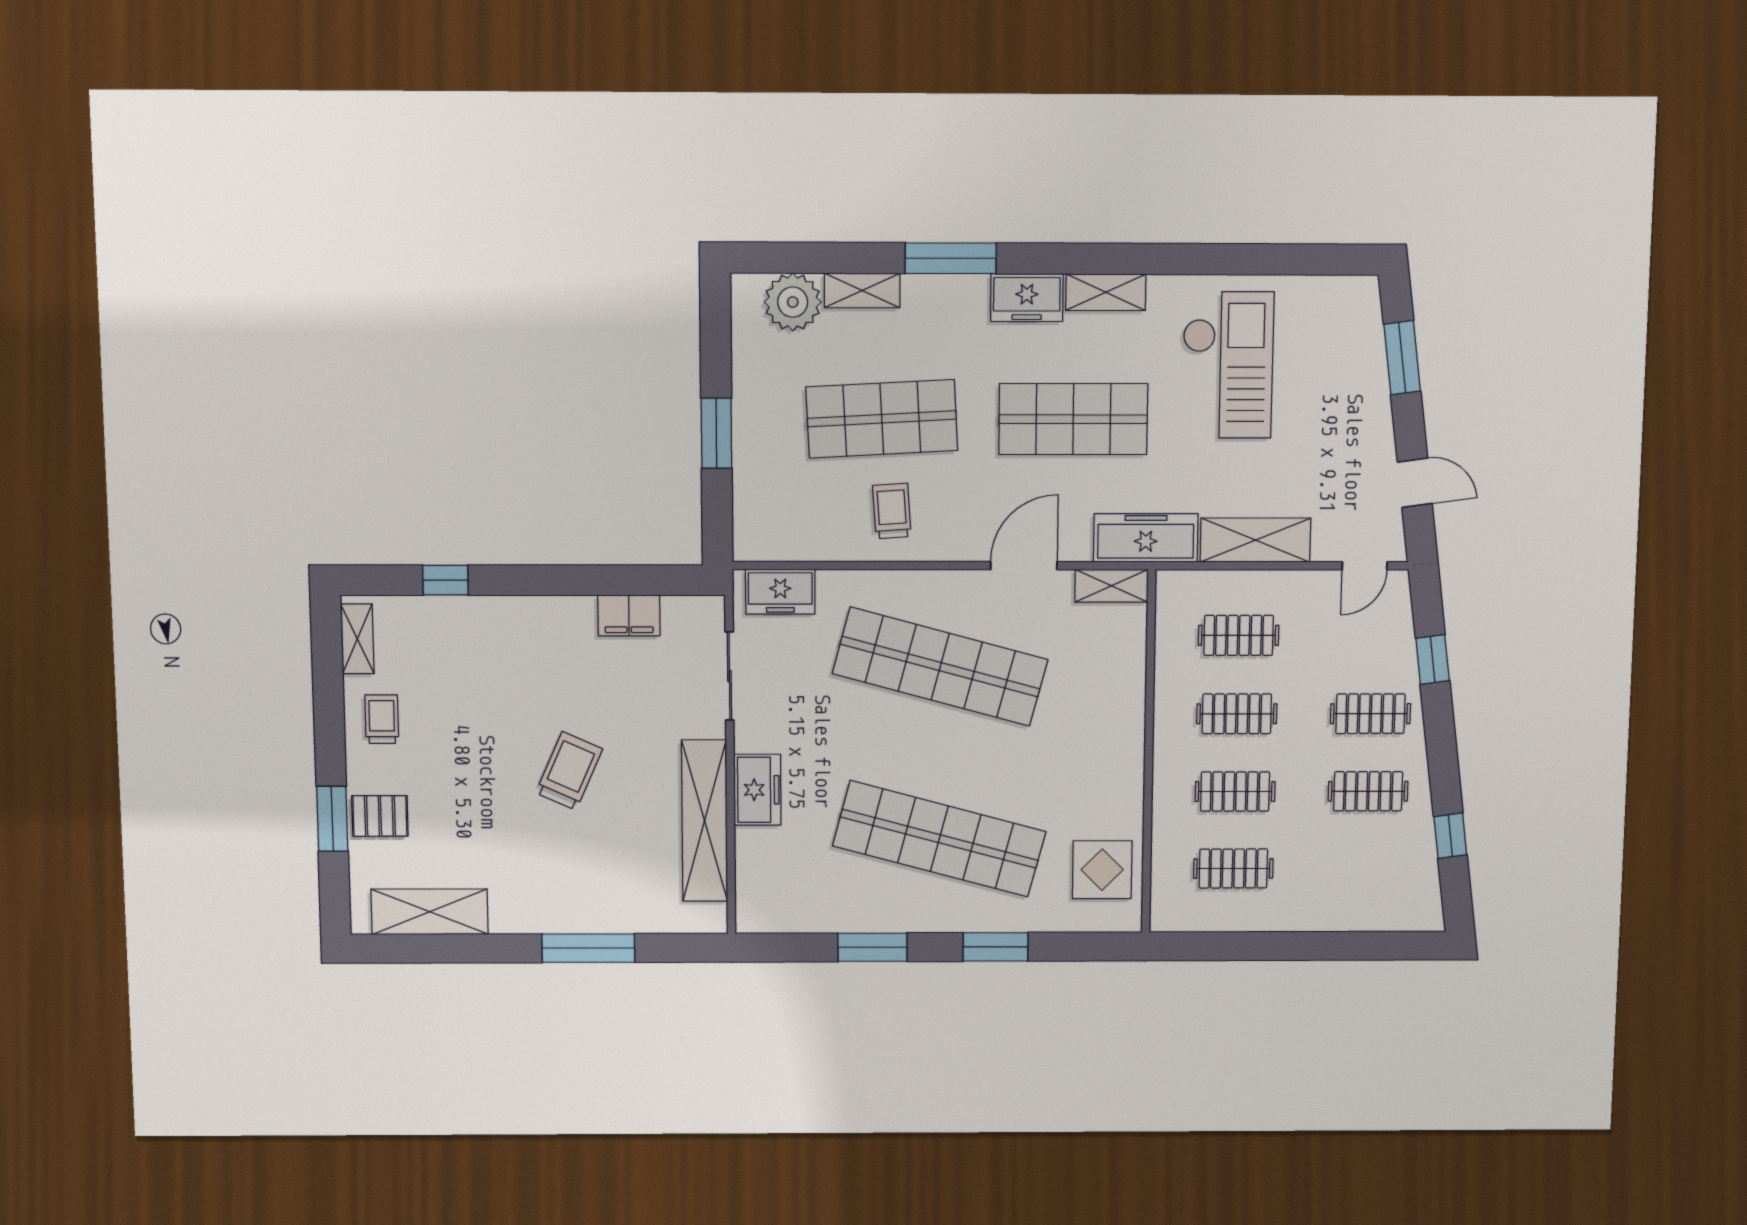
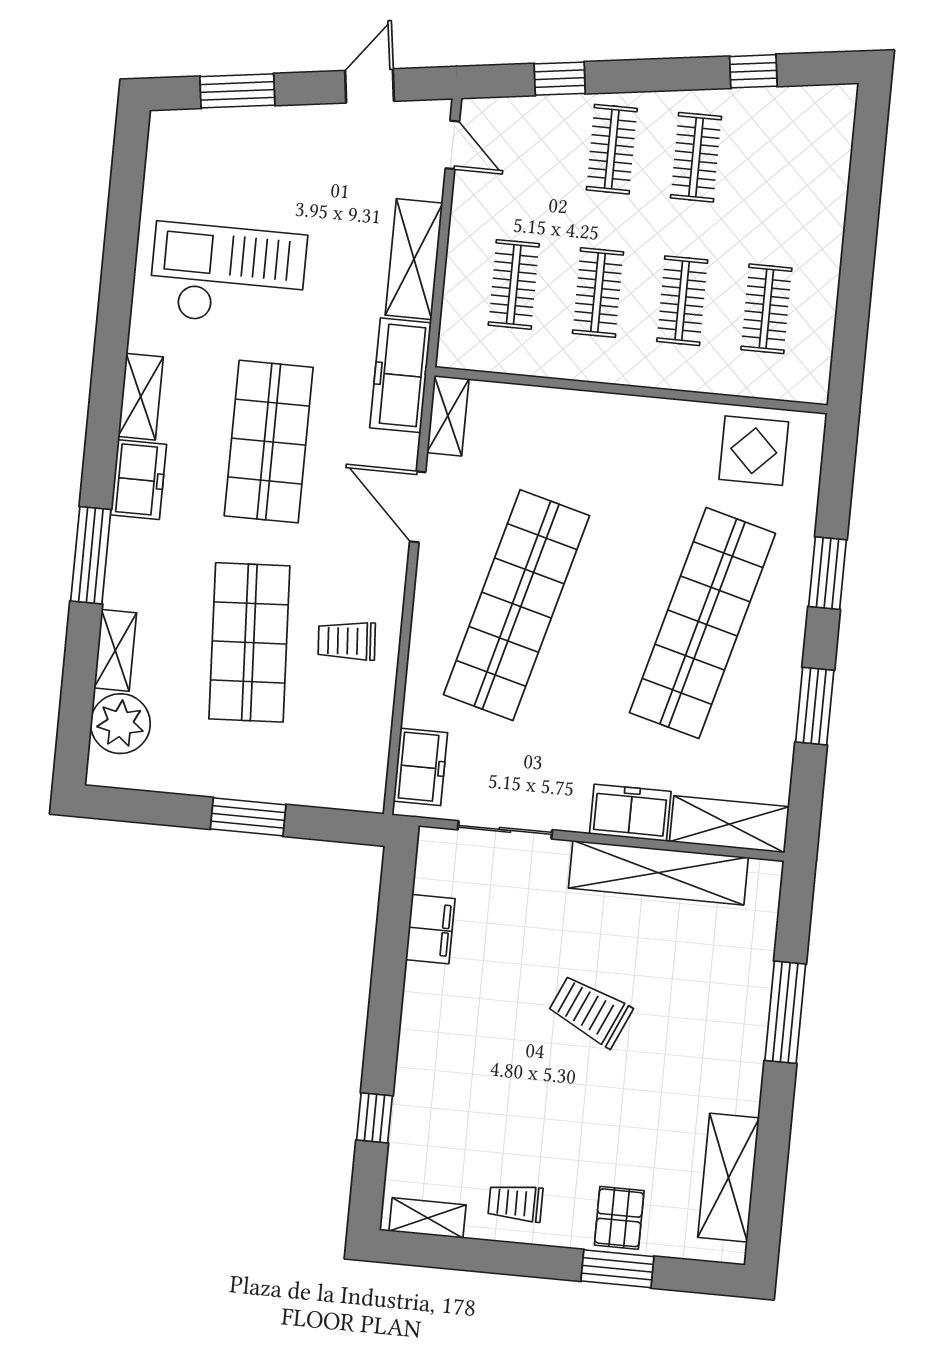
shelving: (756, 881) -> (729, 824), added

